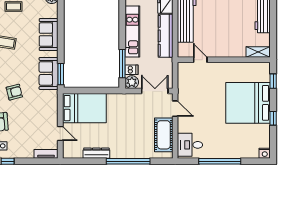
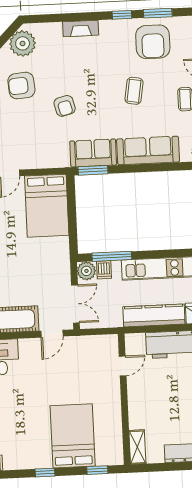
sofa: (49, 35) -> (148, 150), width x1.36
bed: (248, 103) -> (73, 436), width x0.73

